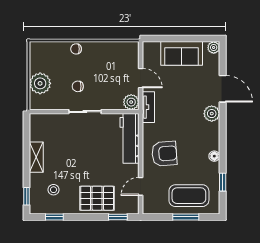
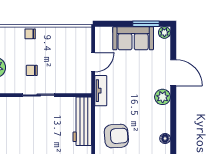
window: (195, 39) -> (146, 24), added
door: (141, 78) -> (93, 62), hinge flipped
plant: (131, 102) -> (84, 86), removed

